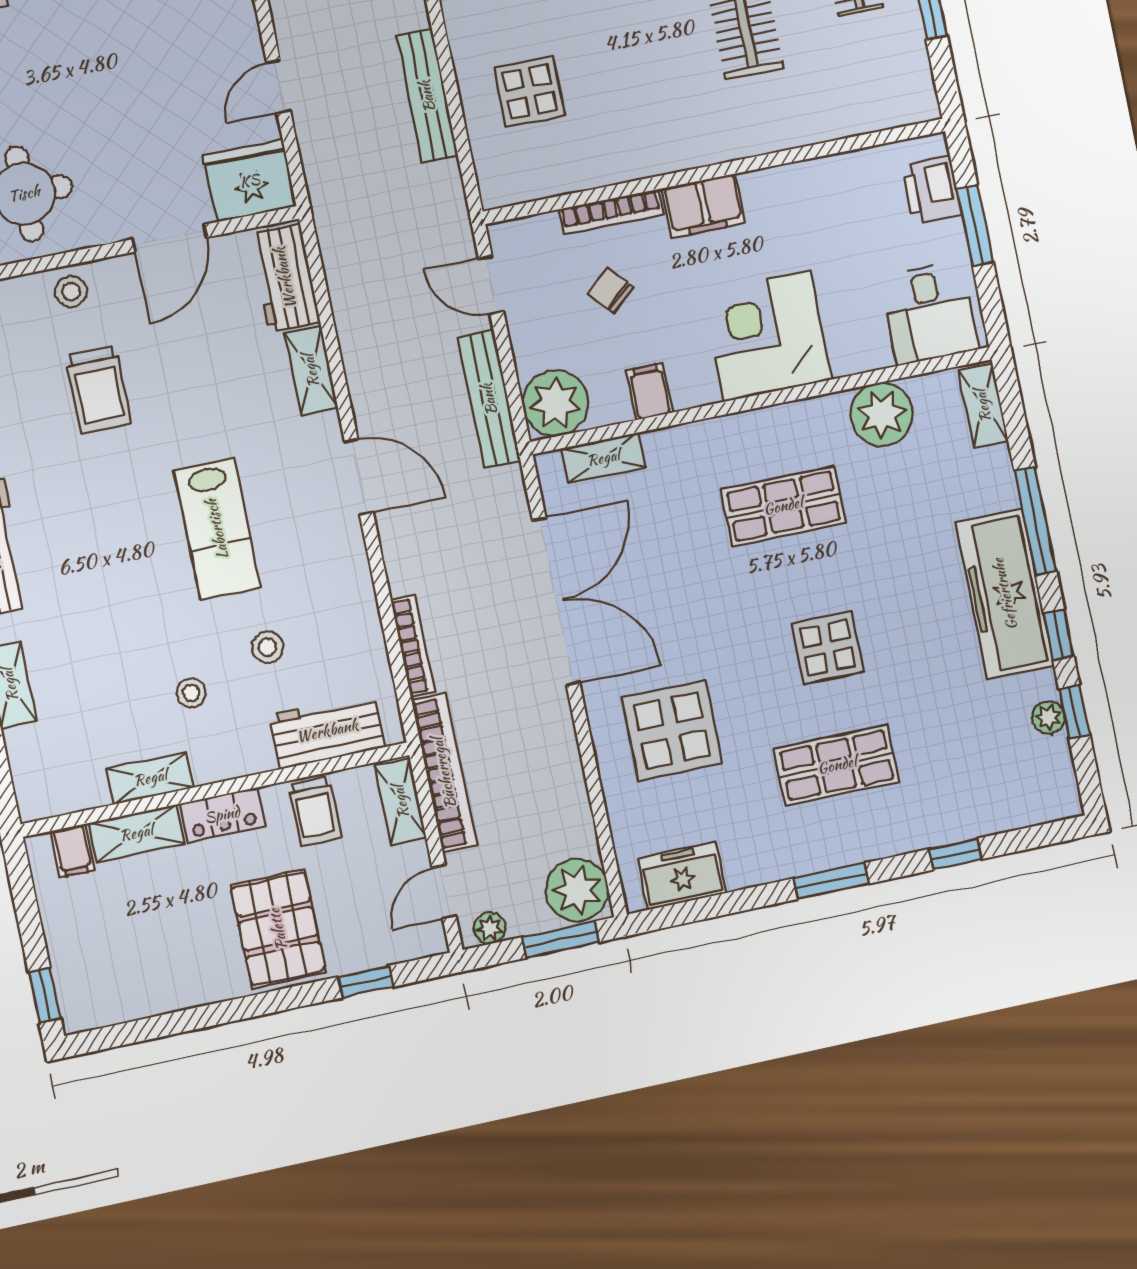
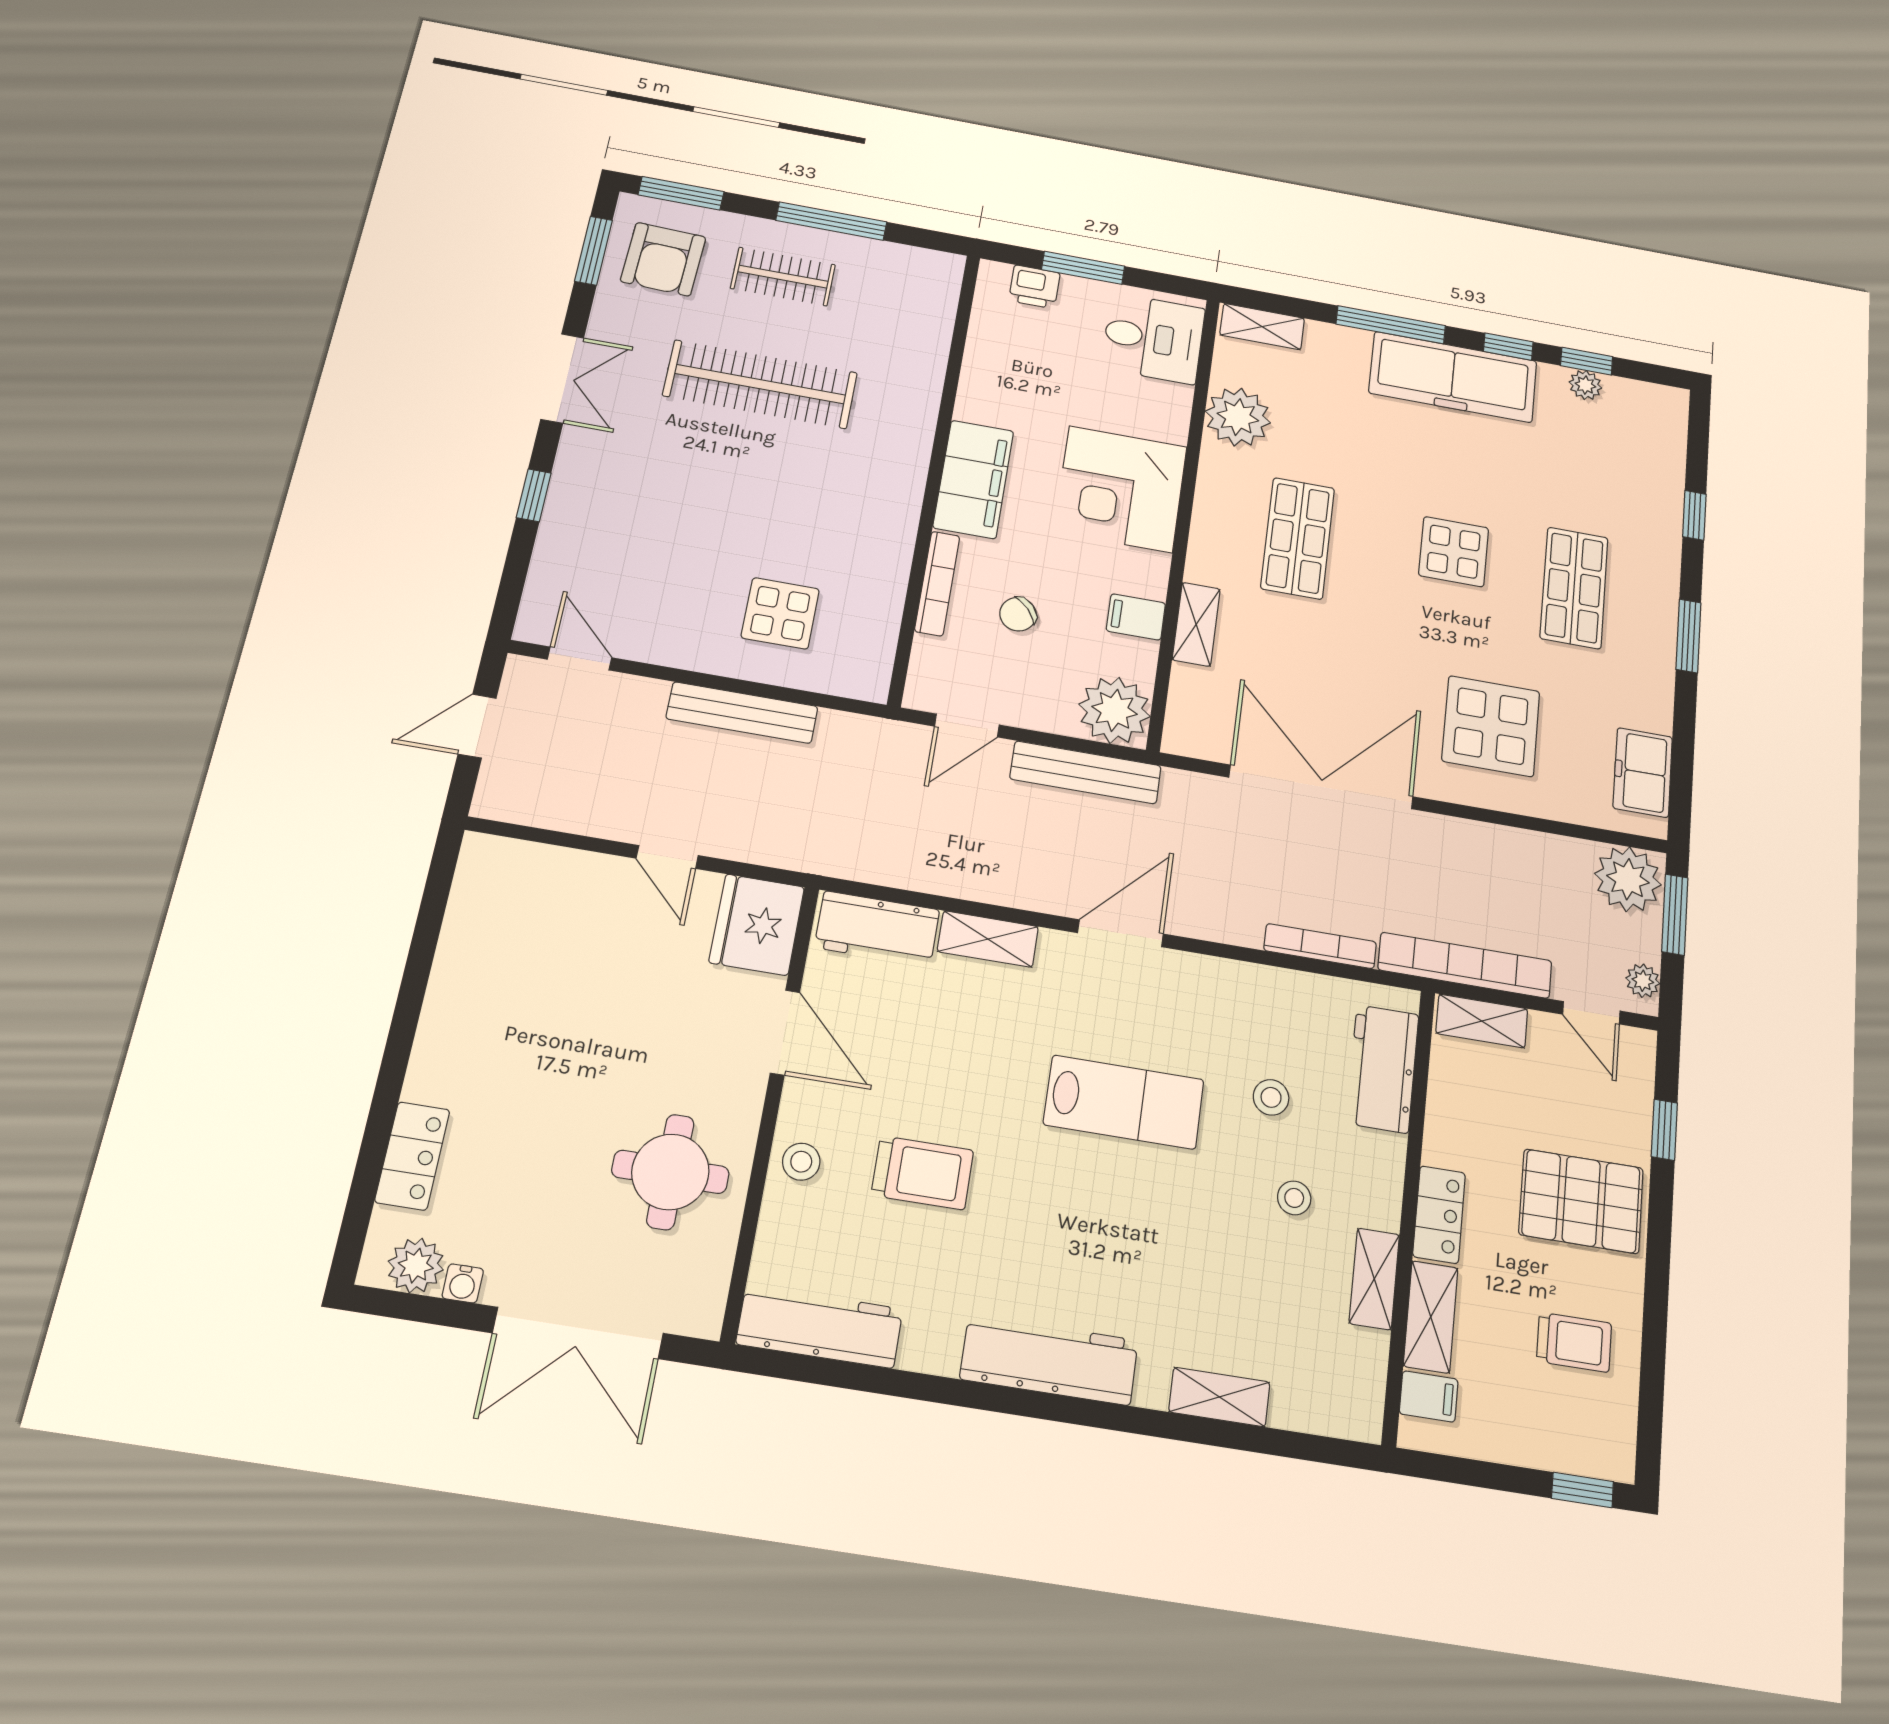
printer: (932, 190) -> (1034, 287), width x0.73, depth x0.81
filing cabinet: (704, 206) -> (973, 479), width x1.50, depth x1.17
shelving: (603, 458) -> (1196, 624), moved
trolley: (315, 811) -> (1574, 1342), moved

